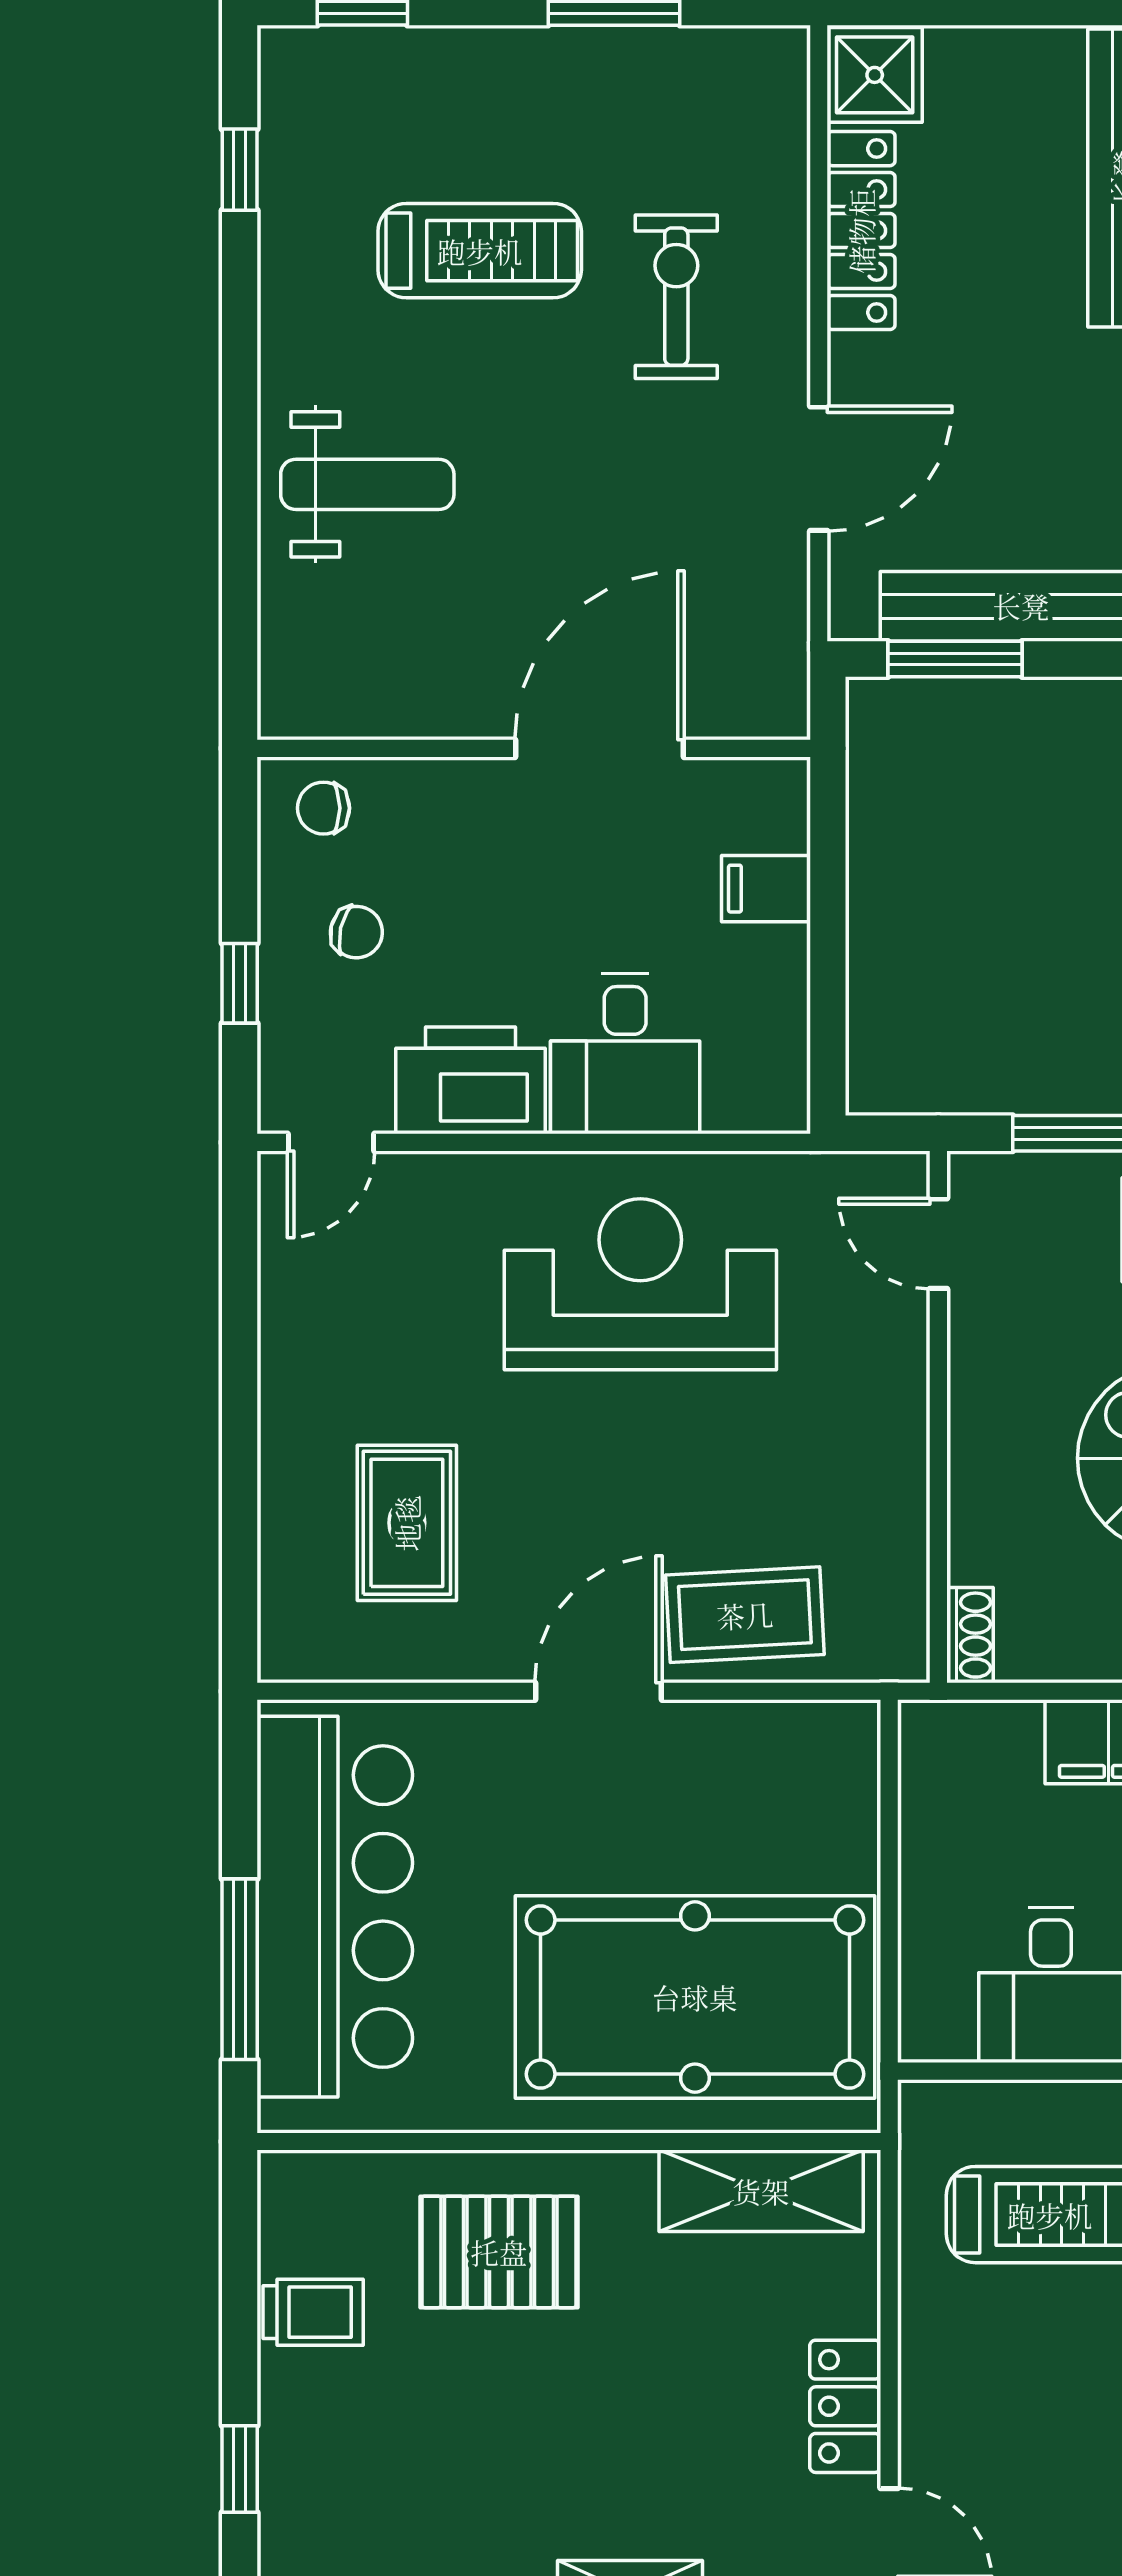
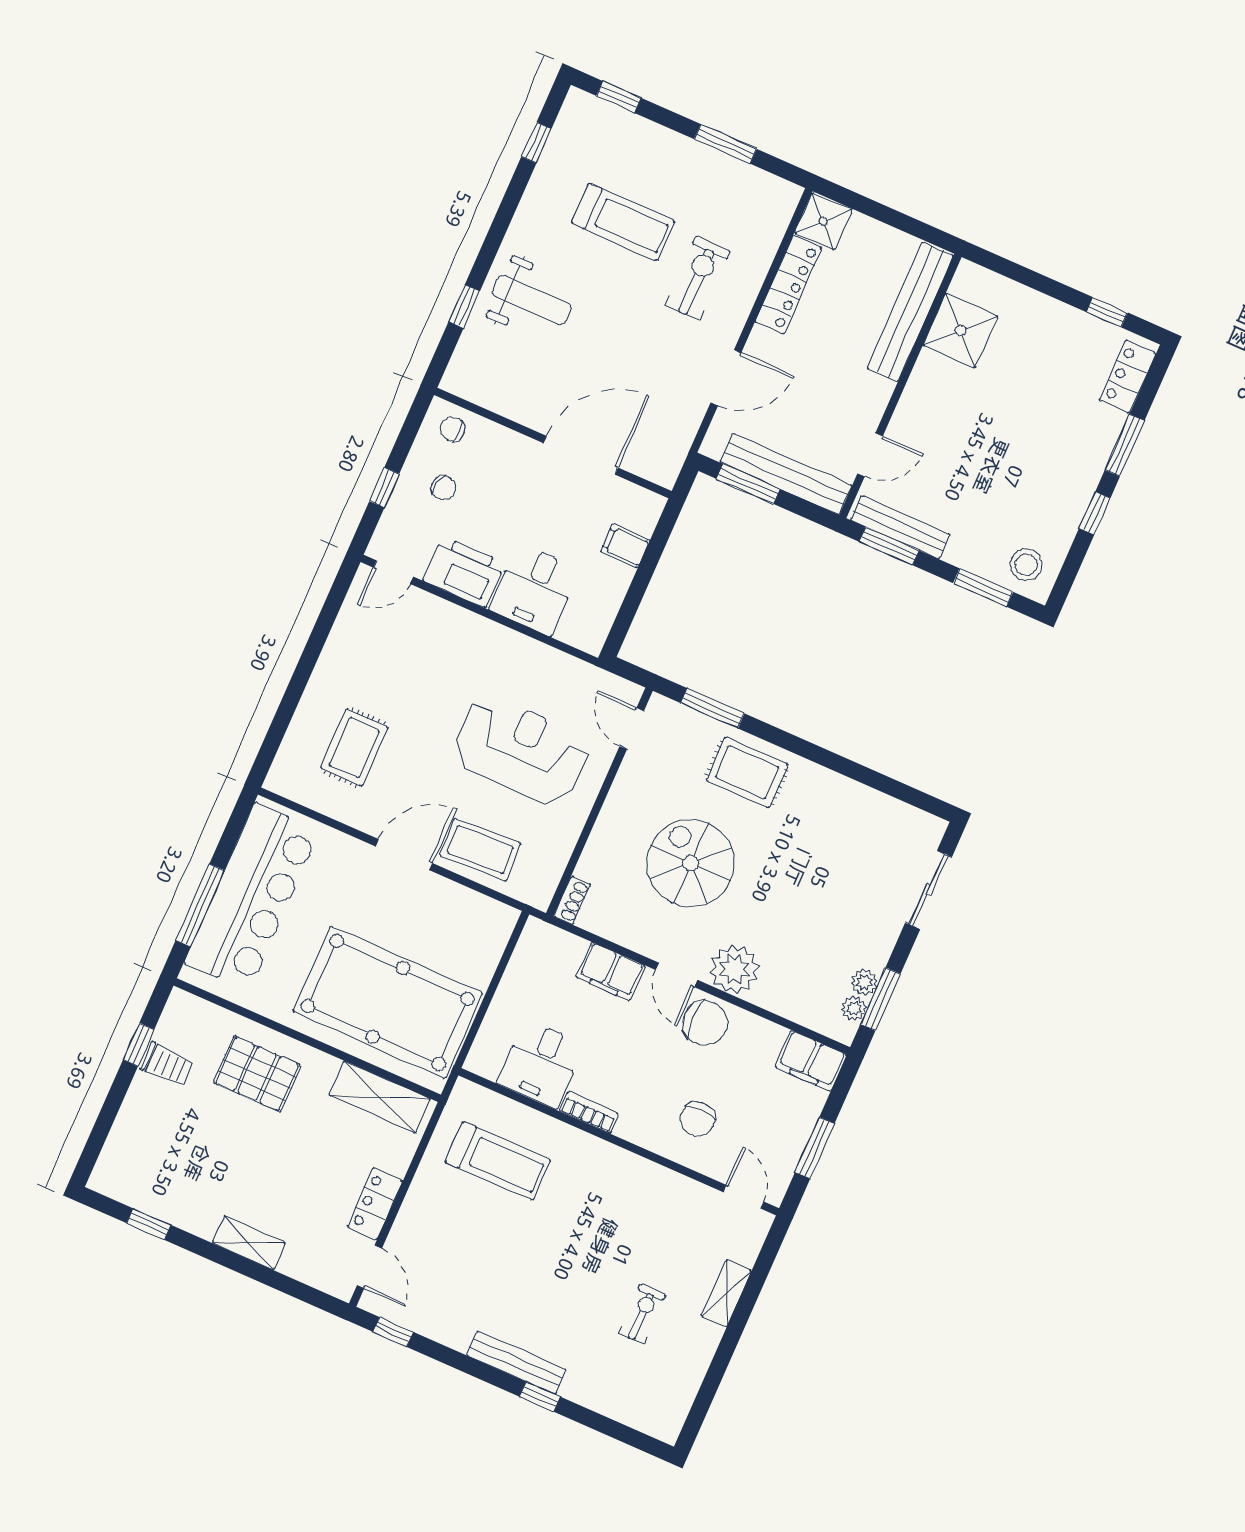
window: (240, 556) -> (464, 306), added
reception desk: (640, 1284) -> (521, 750), moved
window: (240, 2469) -> (139, 1045), moved

